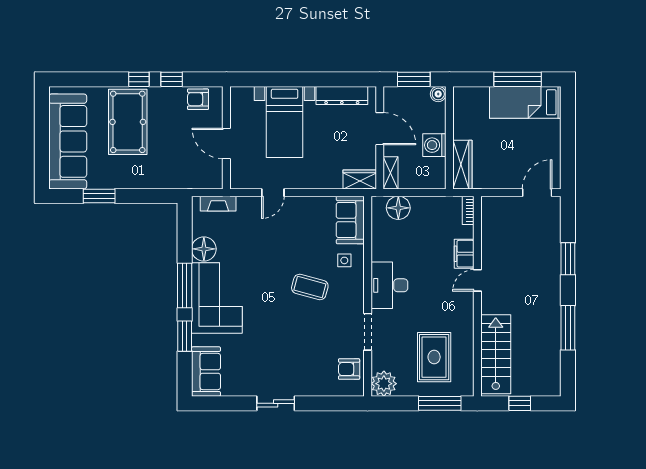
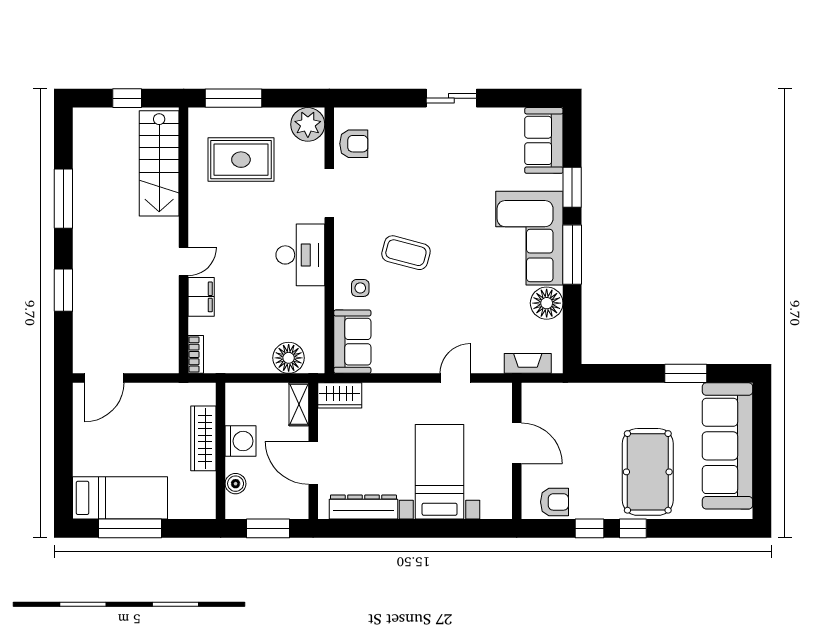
boiler: (438, 94) -> (236, 484), moved
wardrobe: (462, 165) -> (203, 438), moved
rug: (434, 357) -> (241, 160), turned 90

